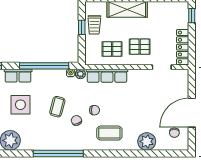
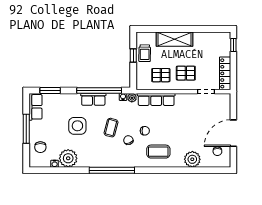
row of seats: (18, 76) -> (93, 99), moved

